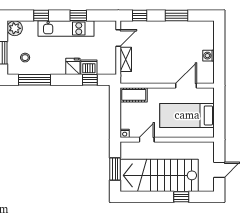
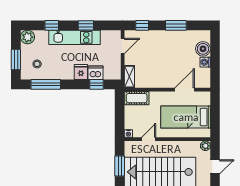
boiler: (206, 41) -> (203, 49), added
shelving: (126, 59) -> (129, 77), moved
plant: (209, 147) -> (205, 146), added

